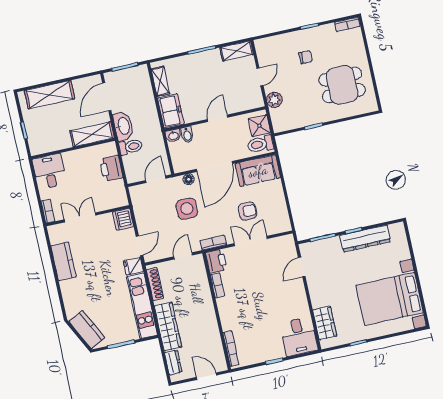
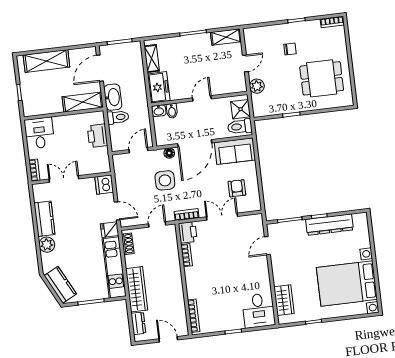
armchair: (247, 211) -> (237, 188), moved, turned -90
door: (139, 246) -> (117, 211), hinge flipped
shoe rack: (155, 284) -> (128, 244), width x0.70
plant: (69, 288) -> (47, 245), added

